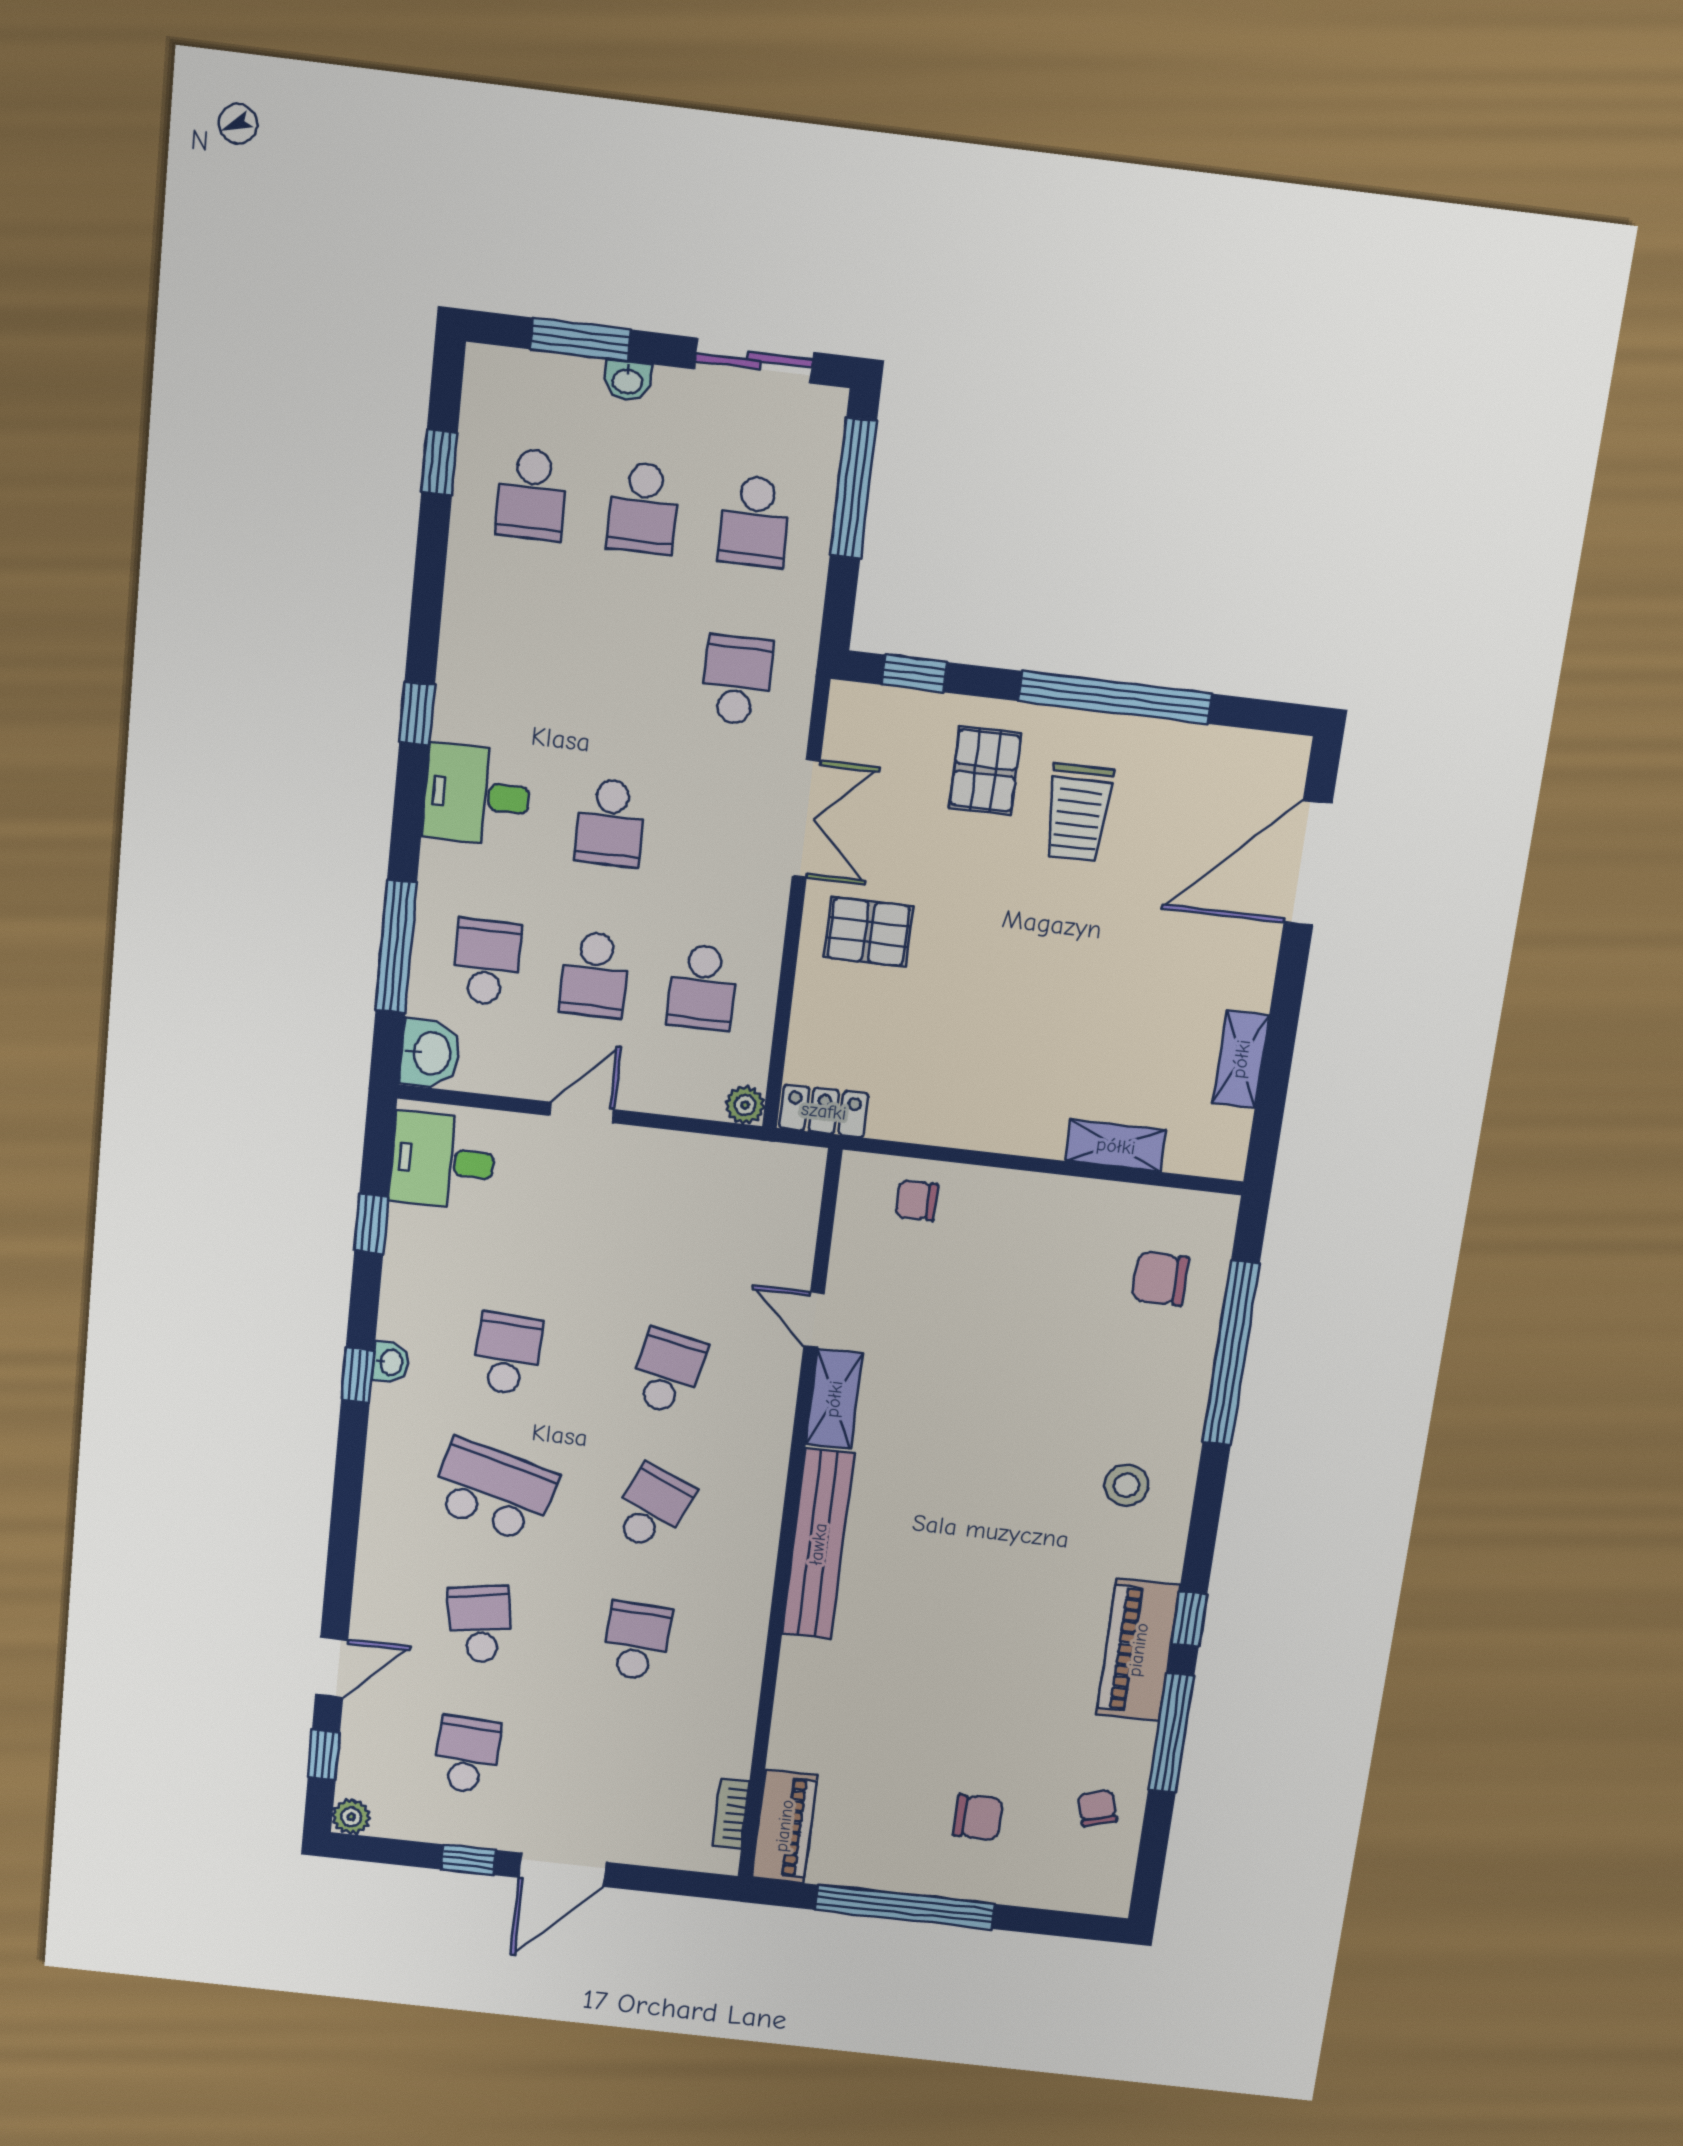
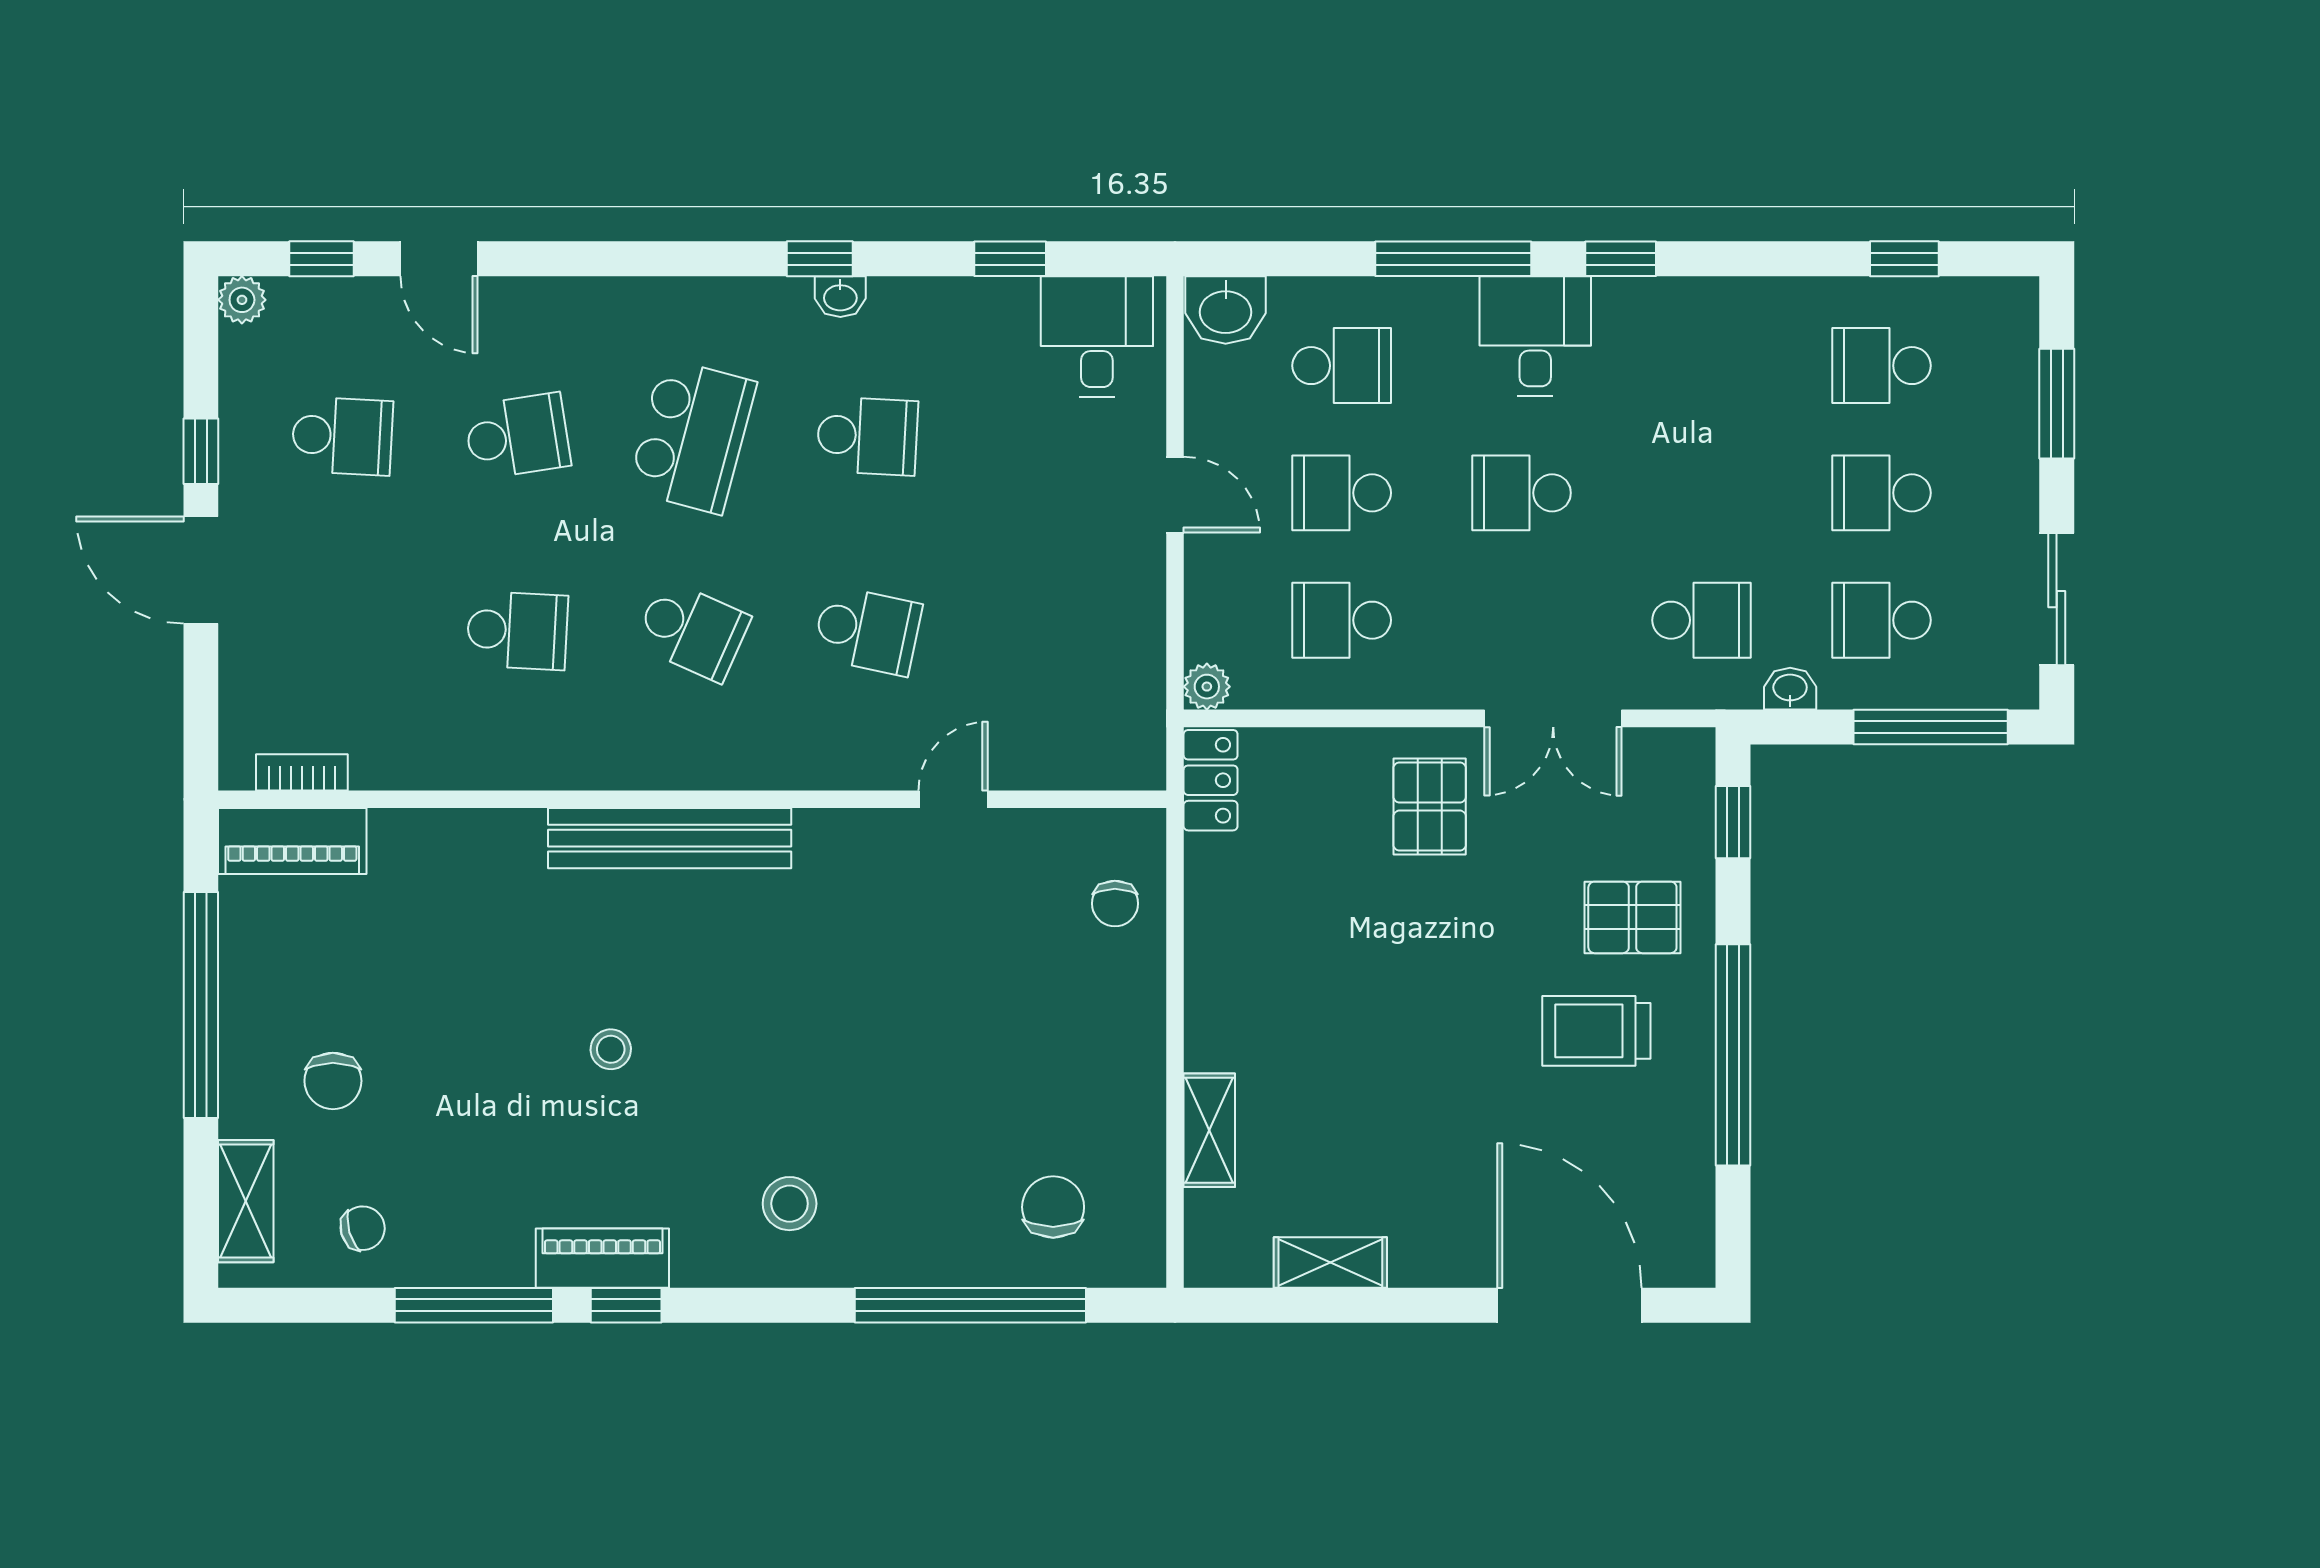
washbasin: (628, 381) -> (1790, 689), moved, turned 90
window: (396, 947) -> (1453, 259), moved
chair: (917, 1200) -> (1115, 904), turned 180
shelving: (834, 1399) -> (246, 1201), moved, turned 90
stool: (982, 1608) -> (611, 1049), added
piano: (1138, 1650) -> (602, 1258), width x0.73, depth x0.75

